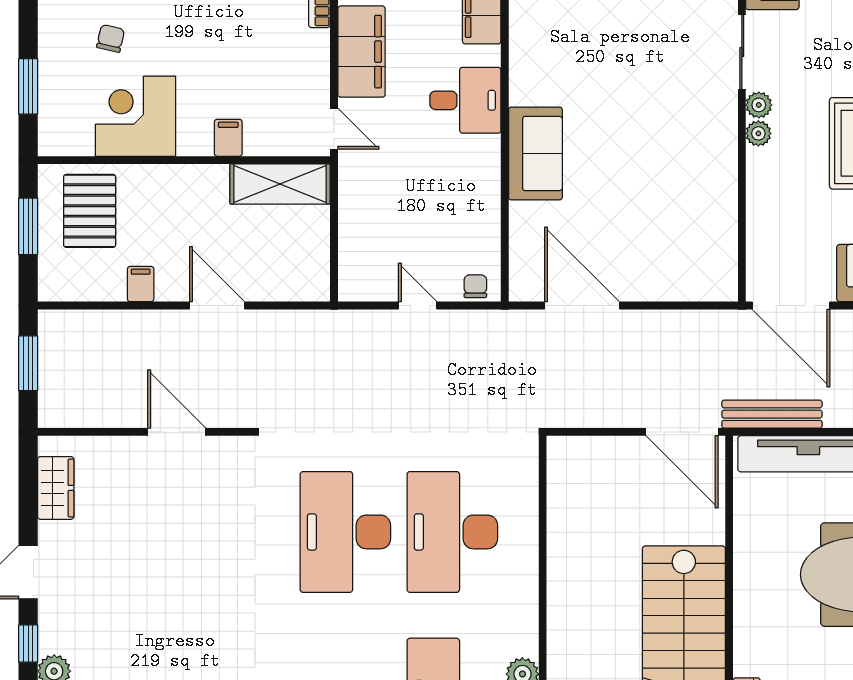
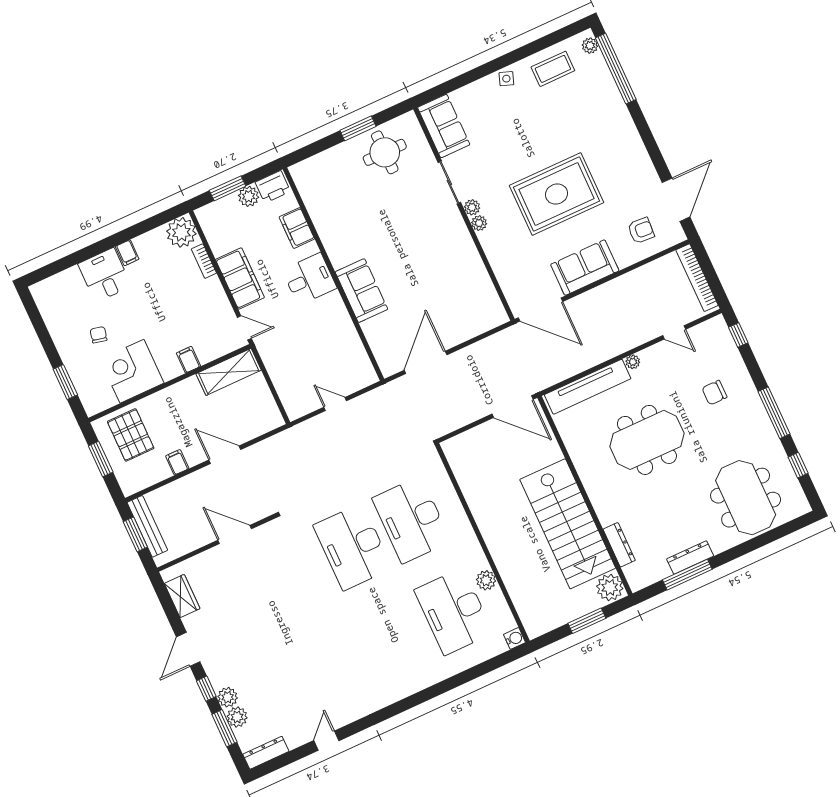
chair: (475, 286) -> (362, 379), removed
door: (582, 305) -> (426, 362), hinge flipped
bench: (772, 414) -> (147, 526), moved, turned 90

